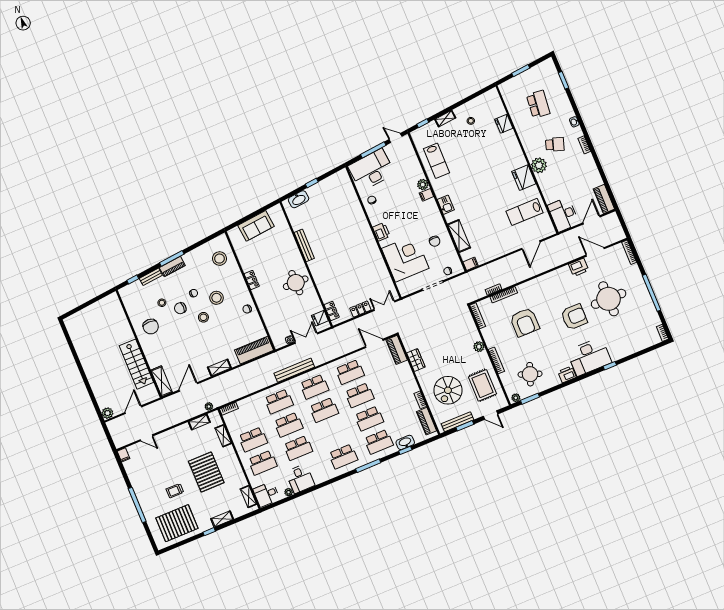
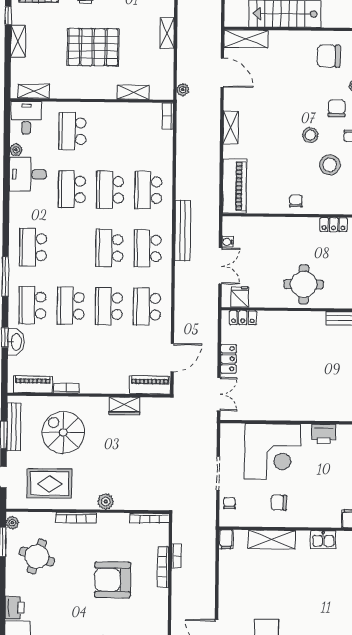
shelving: (199, 422) -> (167, 33), moved
school desk: (253, 439) -> (111, 132), removed

